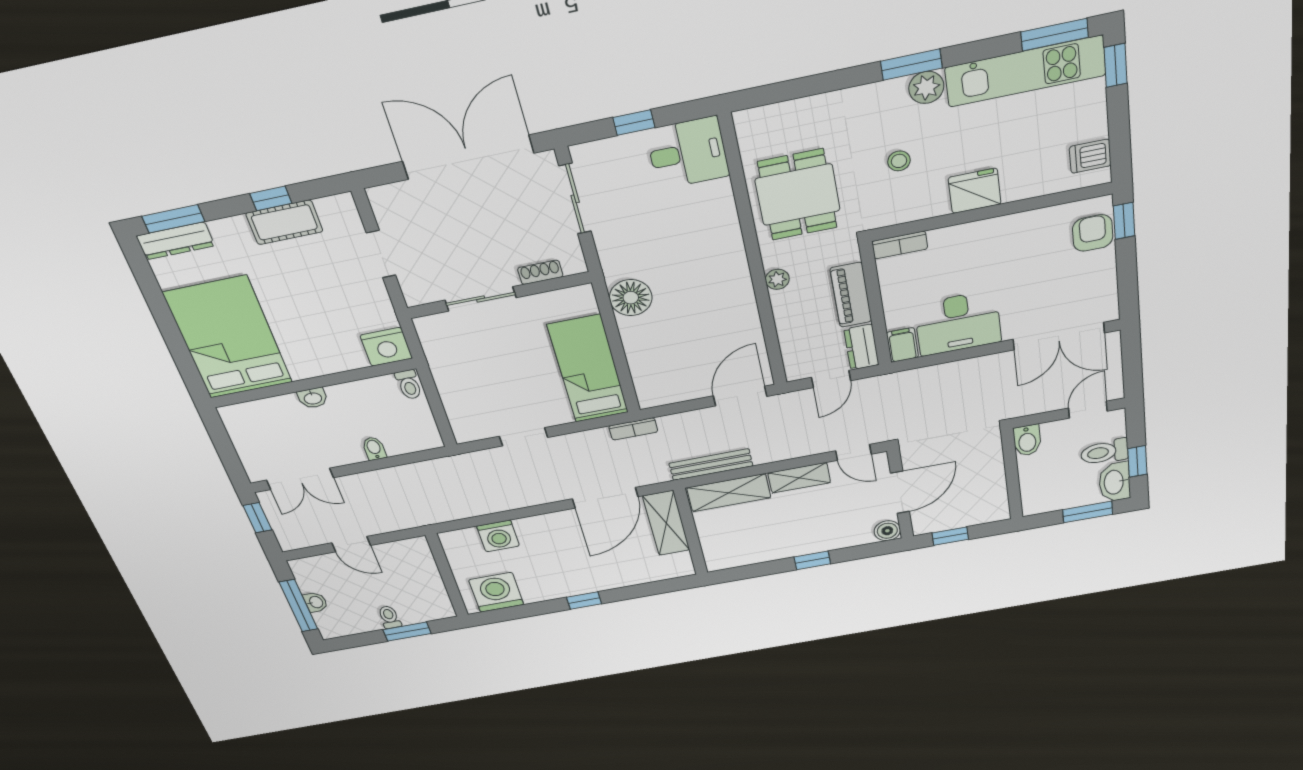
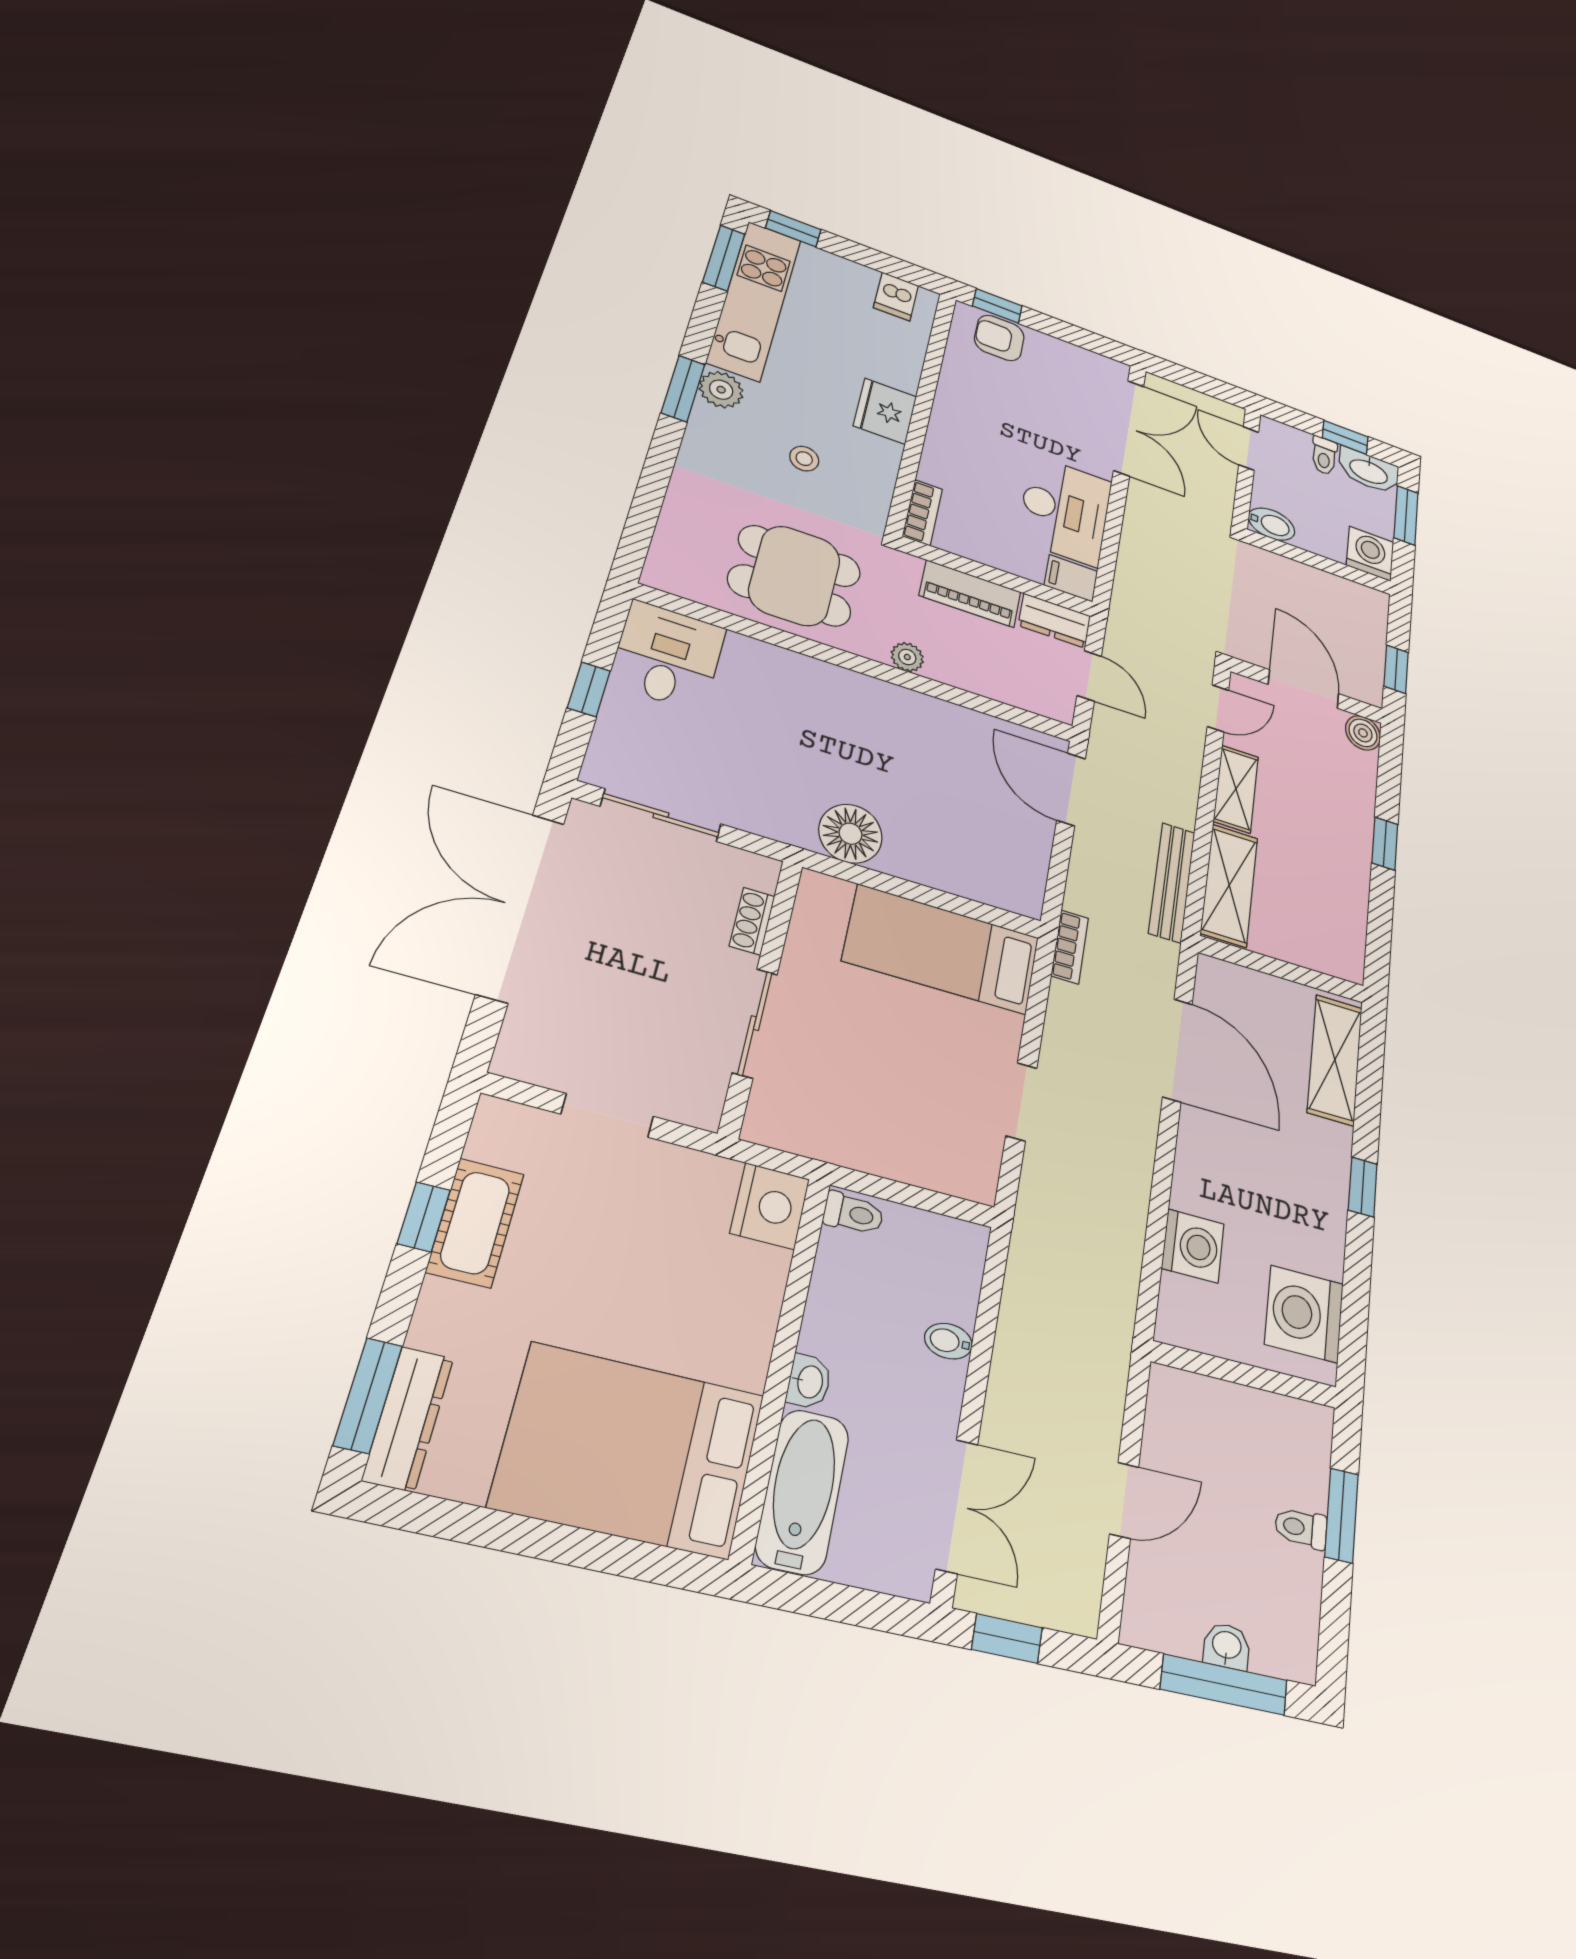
bathtub: (261, 415) -> (803, 1491), added
toilet: (1104, 452) -> (1324, 456), width x0.73, depth x0.72
washing machine: (1039, 500) -> (1370, 554), added
shelving: (666, 523) -> (1335, 1060), moved, turned 90

